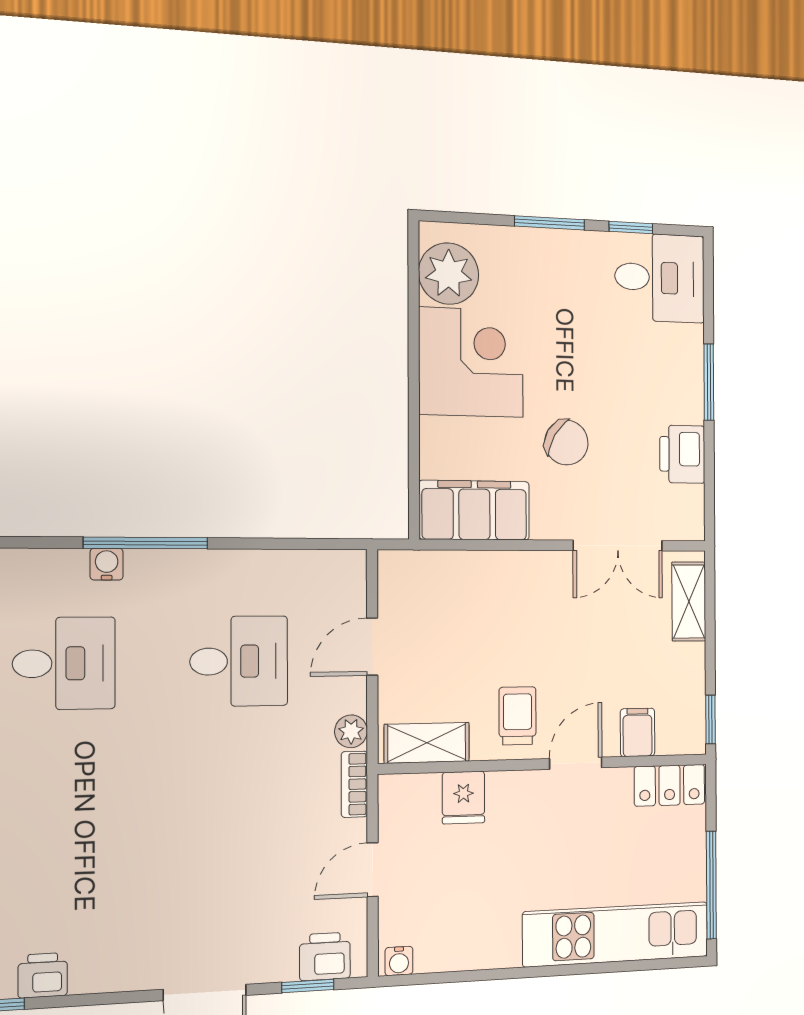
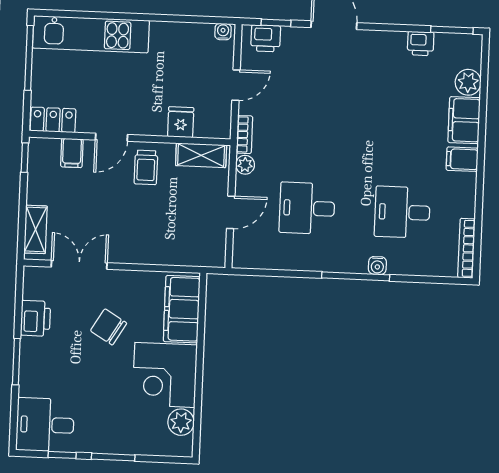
plant: (449, 274) -> (181, 422), width x0.73, depth x0.73
filing cabinet: (474, 510) -> (182, 309), moved, turned 90

